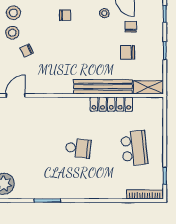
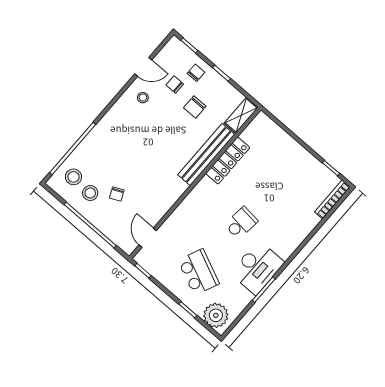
chair: (65, 15) -> (196, 73), moved
school desk: (134, 148) -> (199, 272), moved, turned 30
desk: (58, 184) -> (257, 268), added

